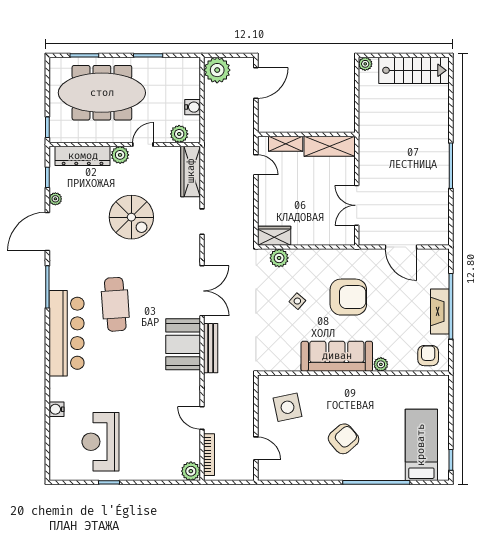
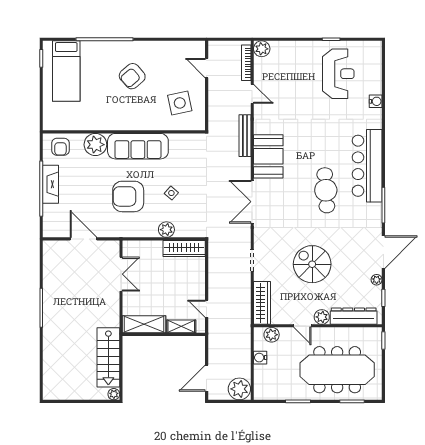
stairs: (414, 70) -> (108, 357), moved, turned -90
door: (143, 144) -> (302, 326), hinge flipped
wardrobe: (274, 236) -> (184, 248), width x1.50
plant: (279, 258) -> (166, 230), moved
bench: (211, 348) -> (245, 136), moved
plant: (381, 364) -> (95, 145), width x1.87, depth x1.87

